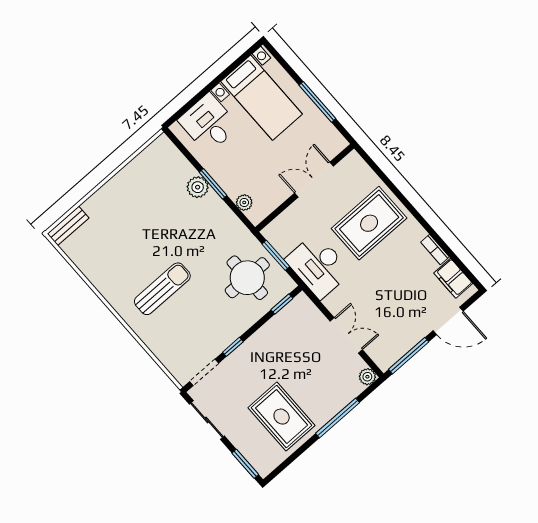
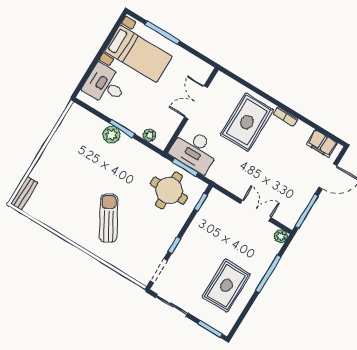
window: (317, 102) -> (162, 33), moved
bookcase: (435, 249) -> (286, 116), moved
desk: (318, 266) -> (195, 150), moved
sun lounger: (162, 289) -> (109, 218), turned -30
rug: (282, 417) -> (226, 286), turned 90

